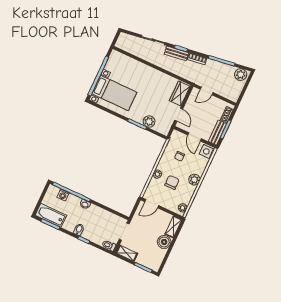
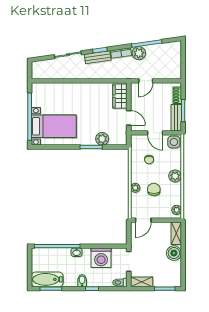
plant: (241, 75) -> (139, 53), moved
washing machine: (63, 195) -> (101, 258), moved, width x1.89, depth x1.89

